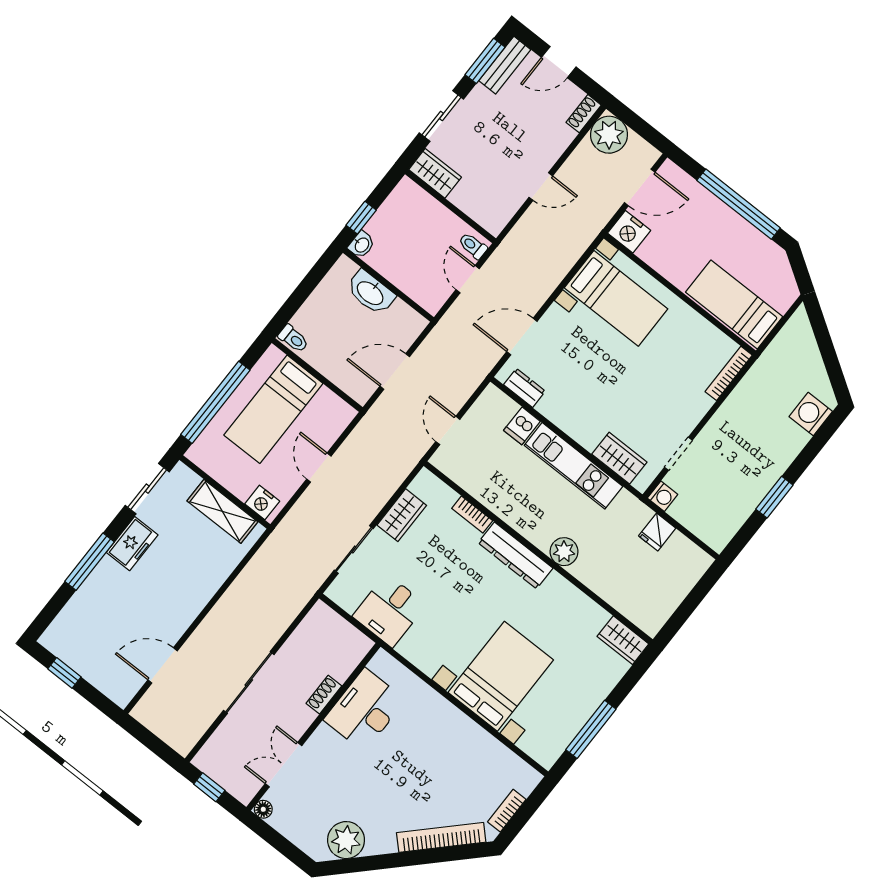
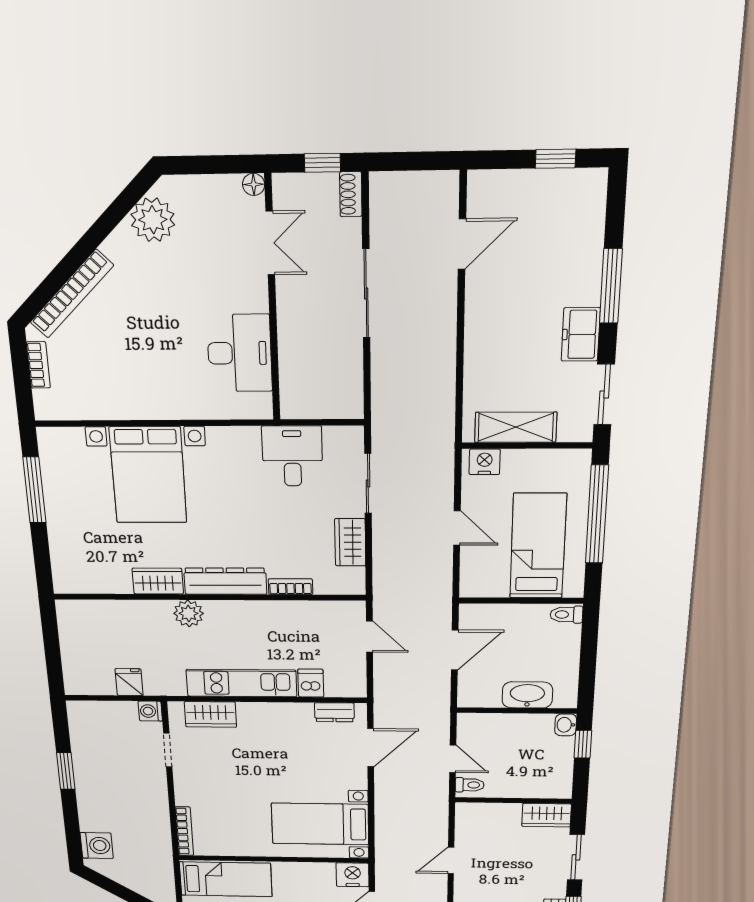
wardrobe: (623, 640) -> (158, 581), moved
shoe rack: (324, 695) -> (351, 194), moved, turned 180

